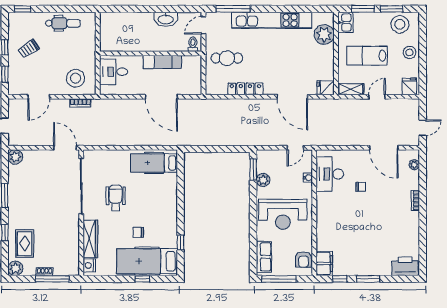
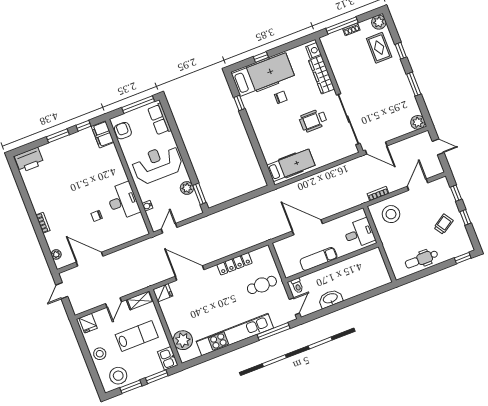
desk: (330, 174) -> (123, 201), moved
wheelchair: (116, 198) -> (313, 120), turned 90

